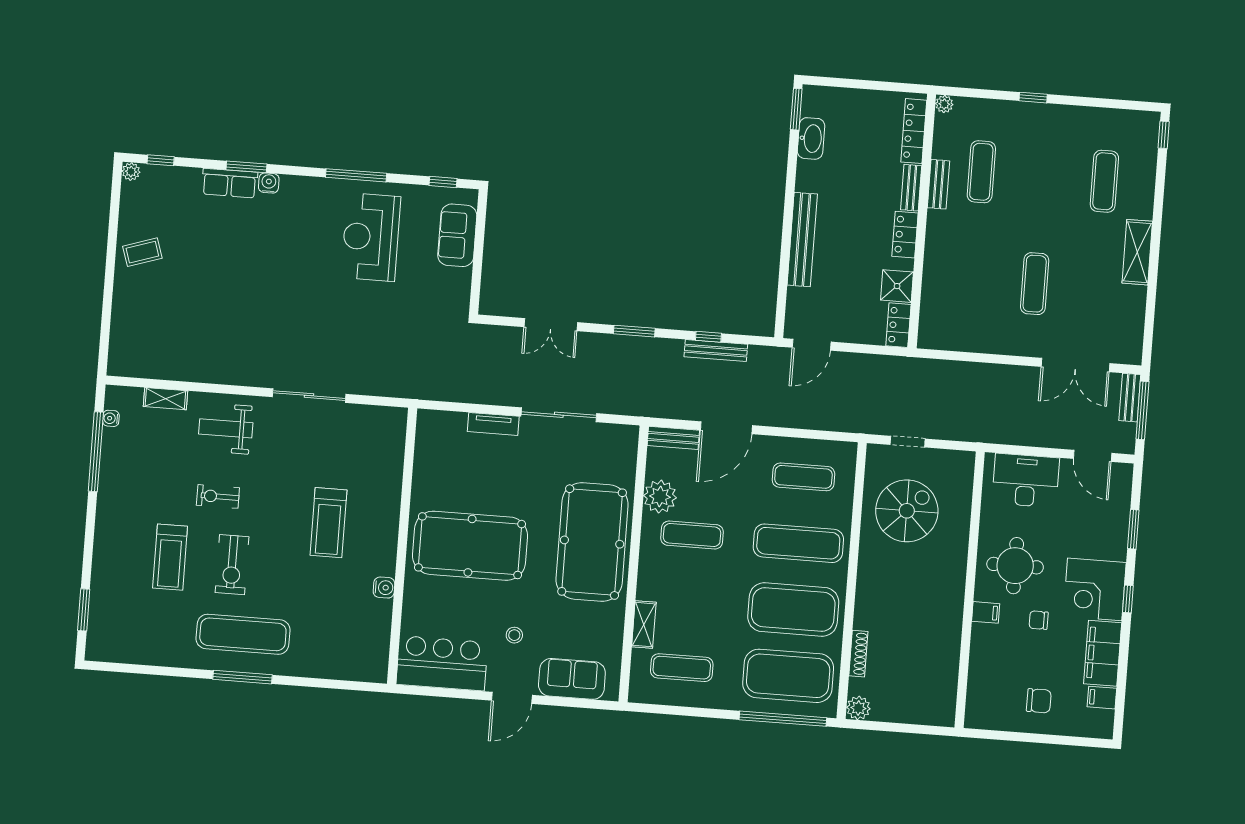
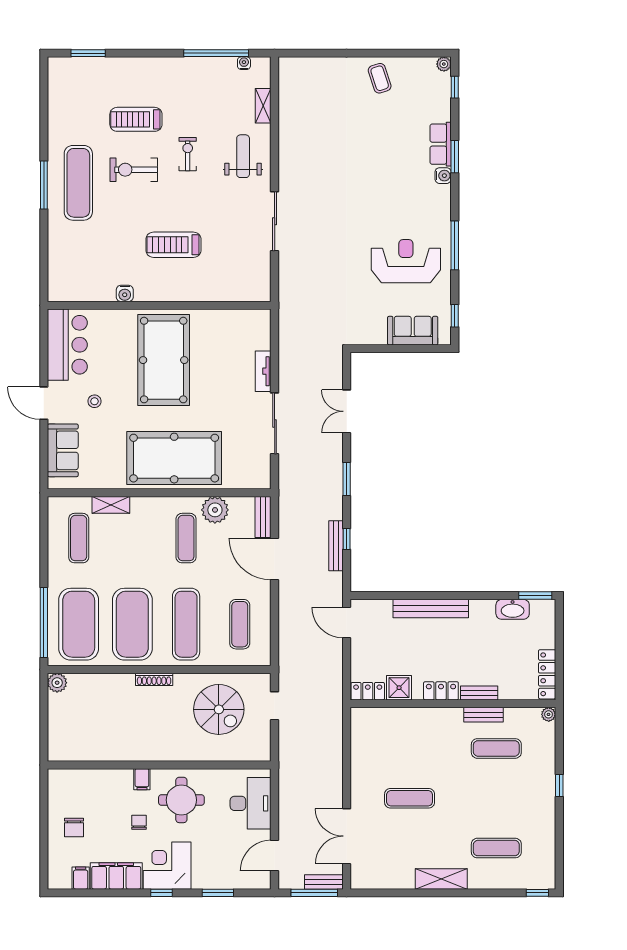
locker: (914, 131) -> (547, 674), moved, turned -90
shoe rack: (858, 654) -> (154, 679), moved

